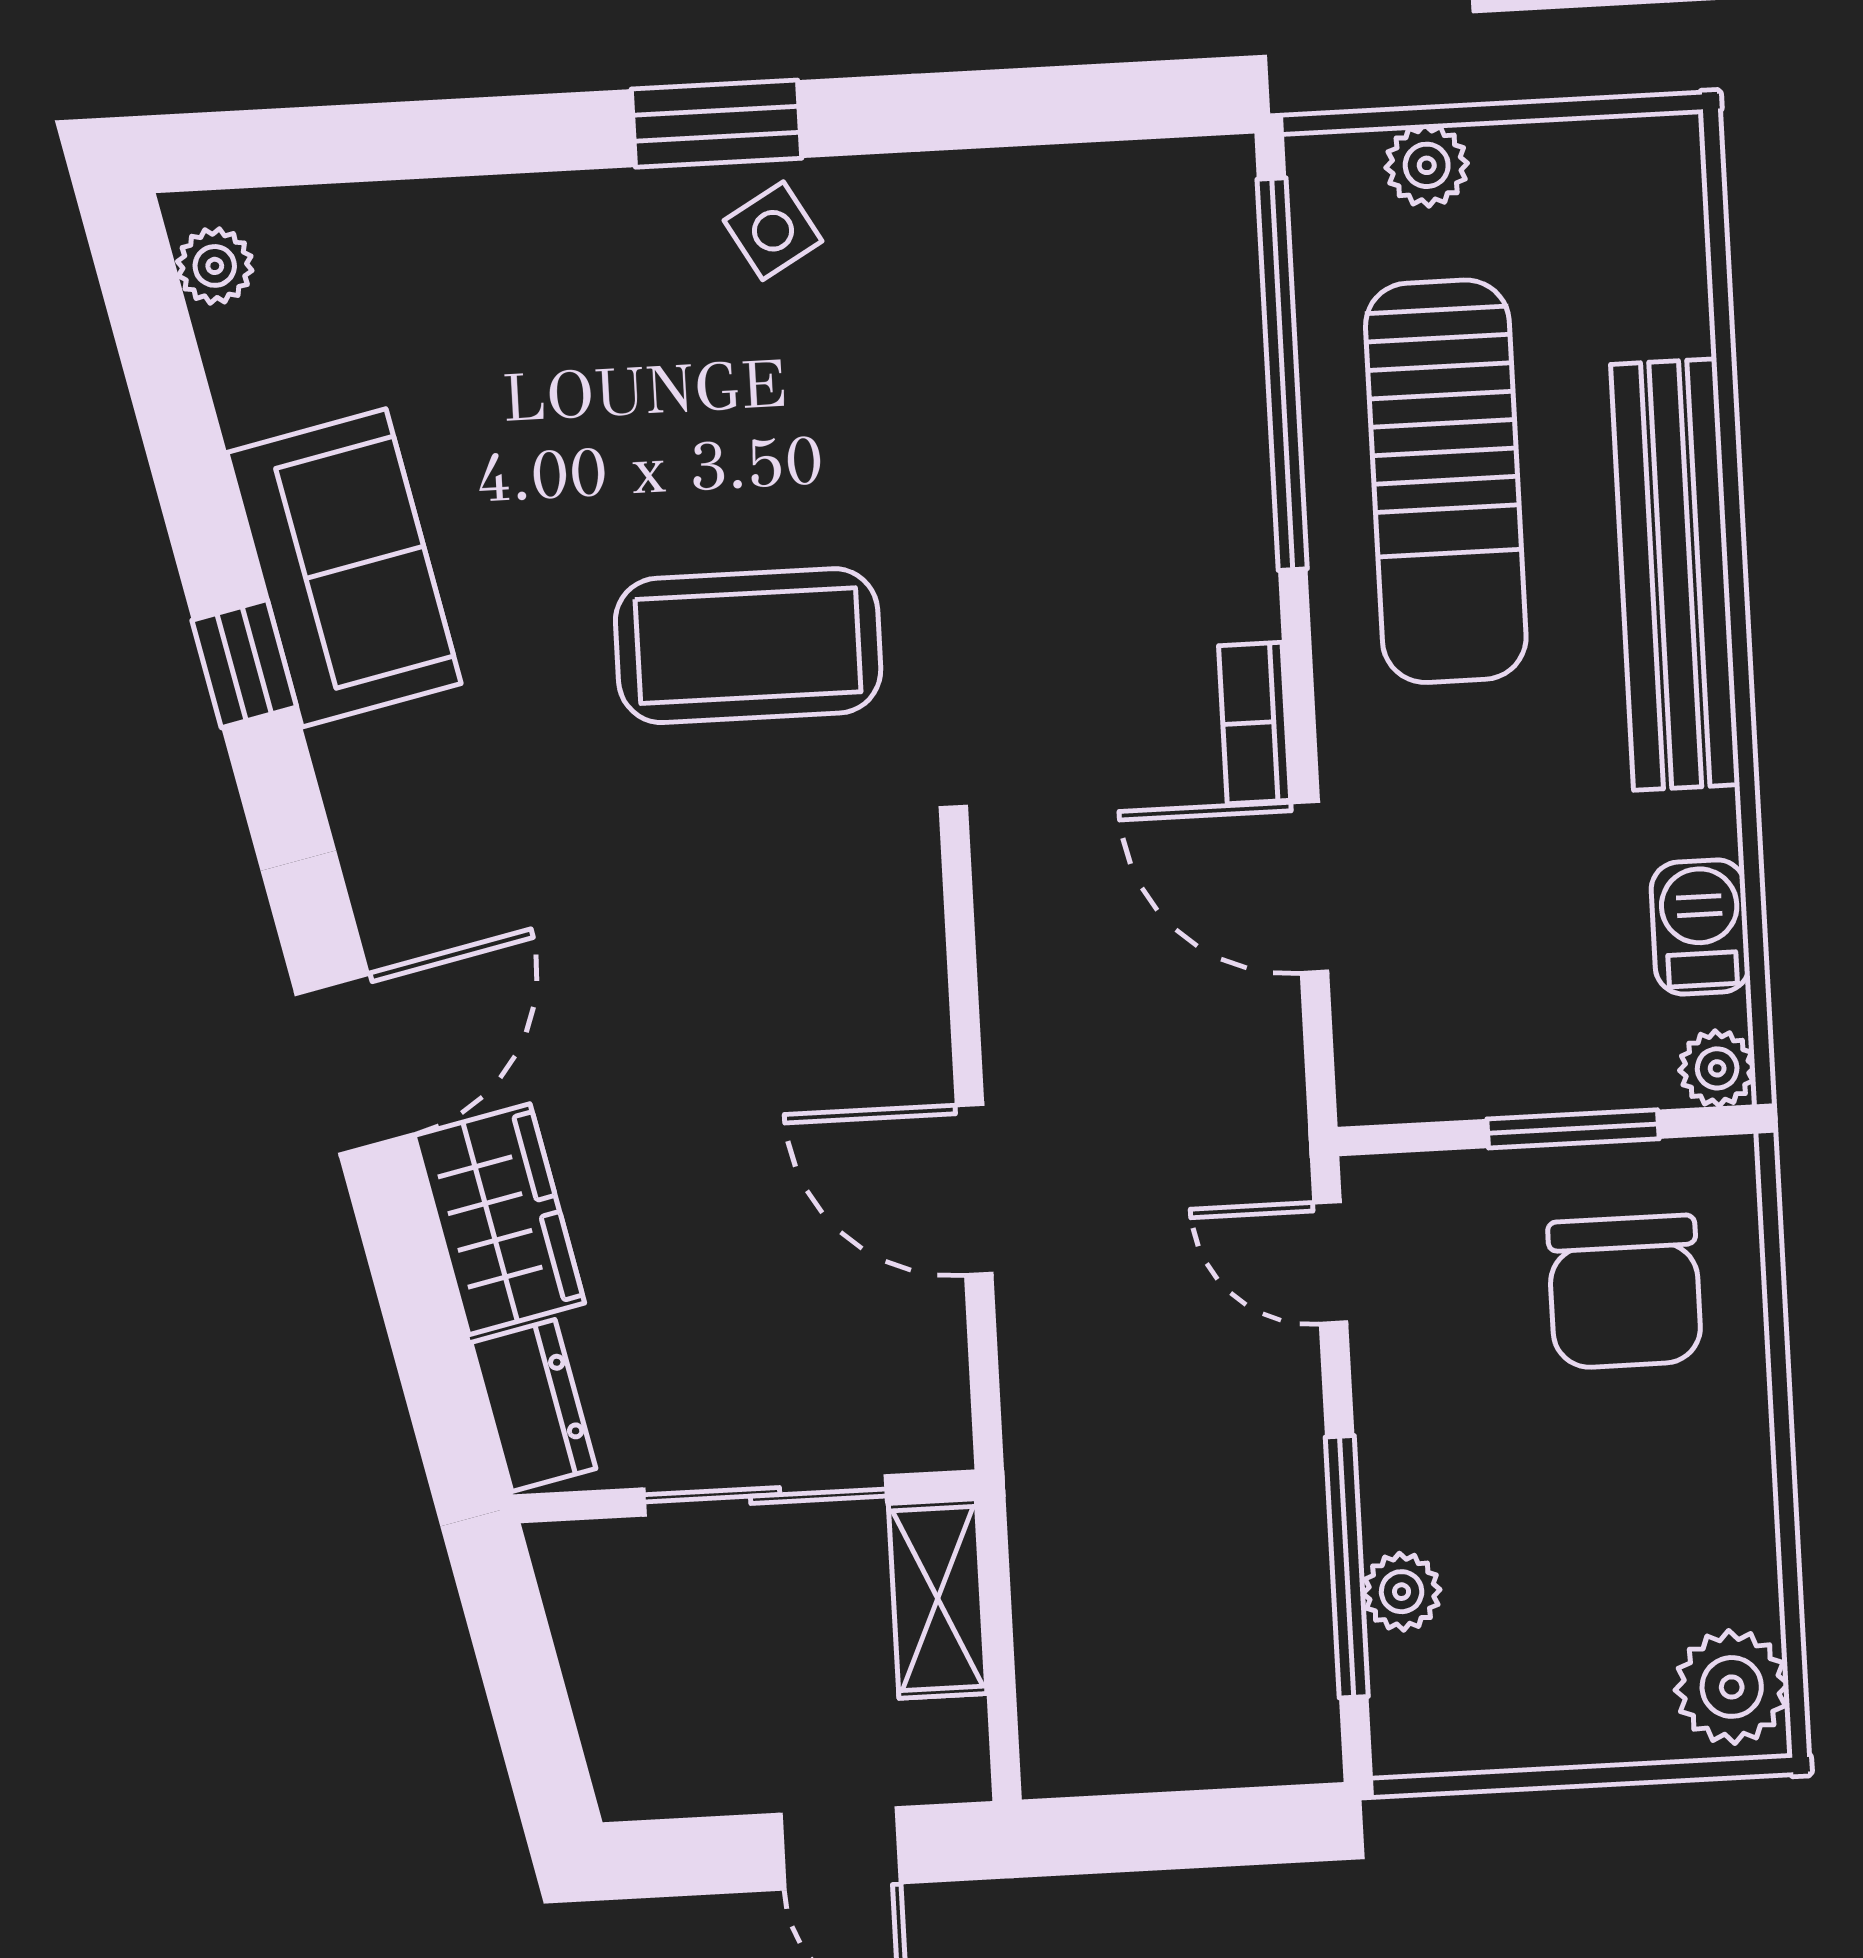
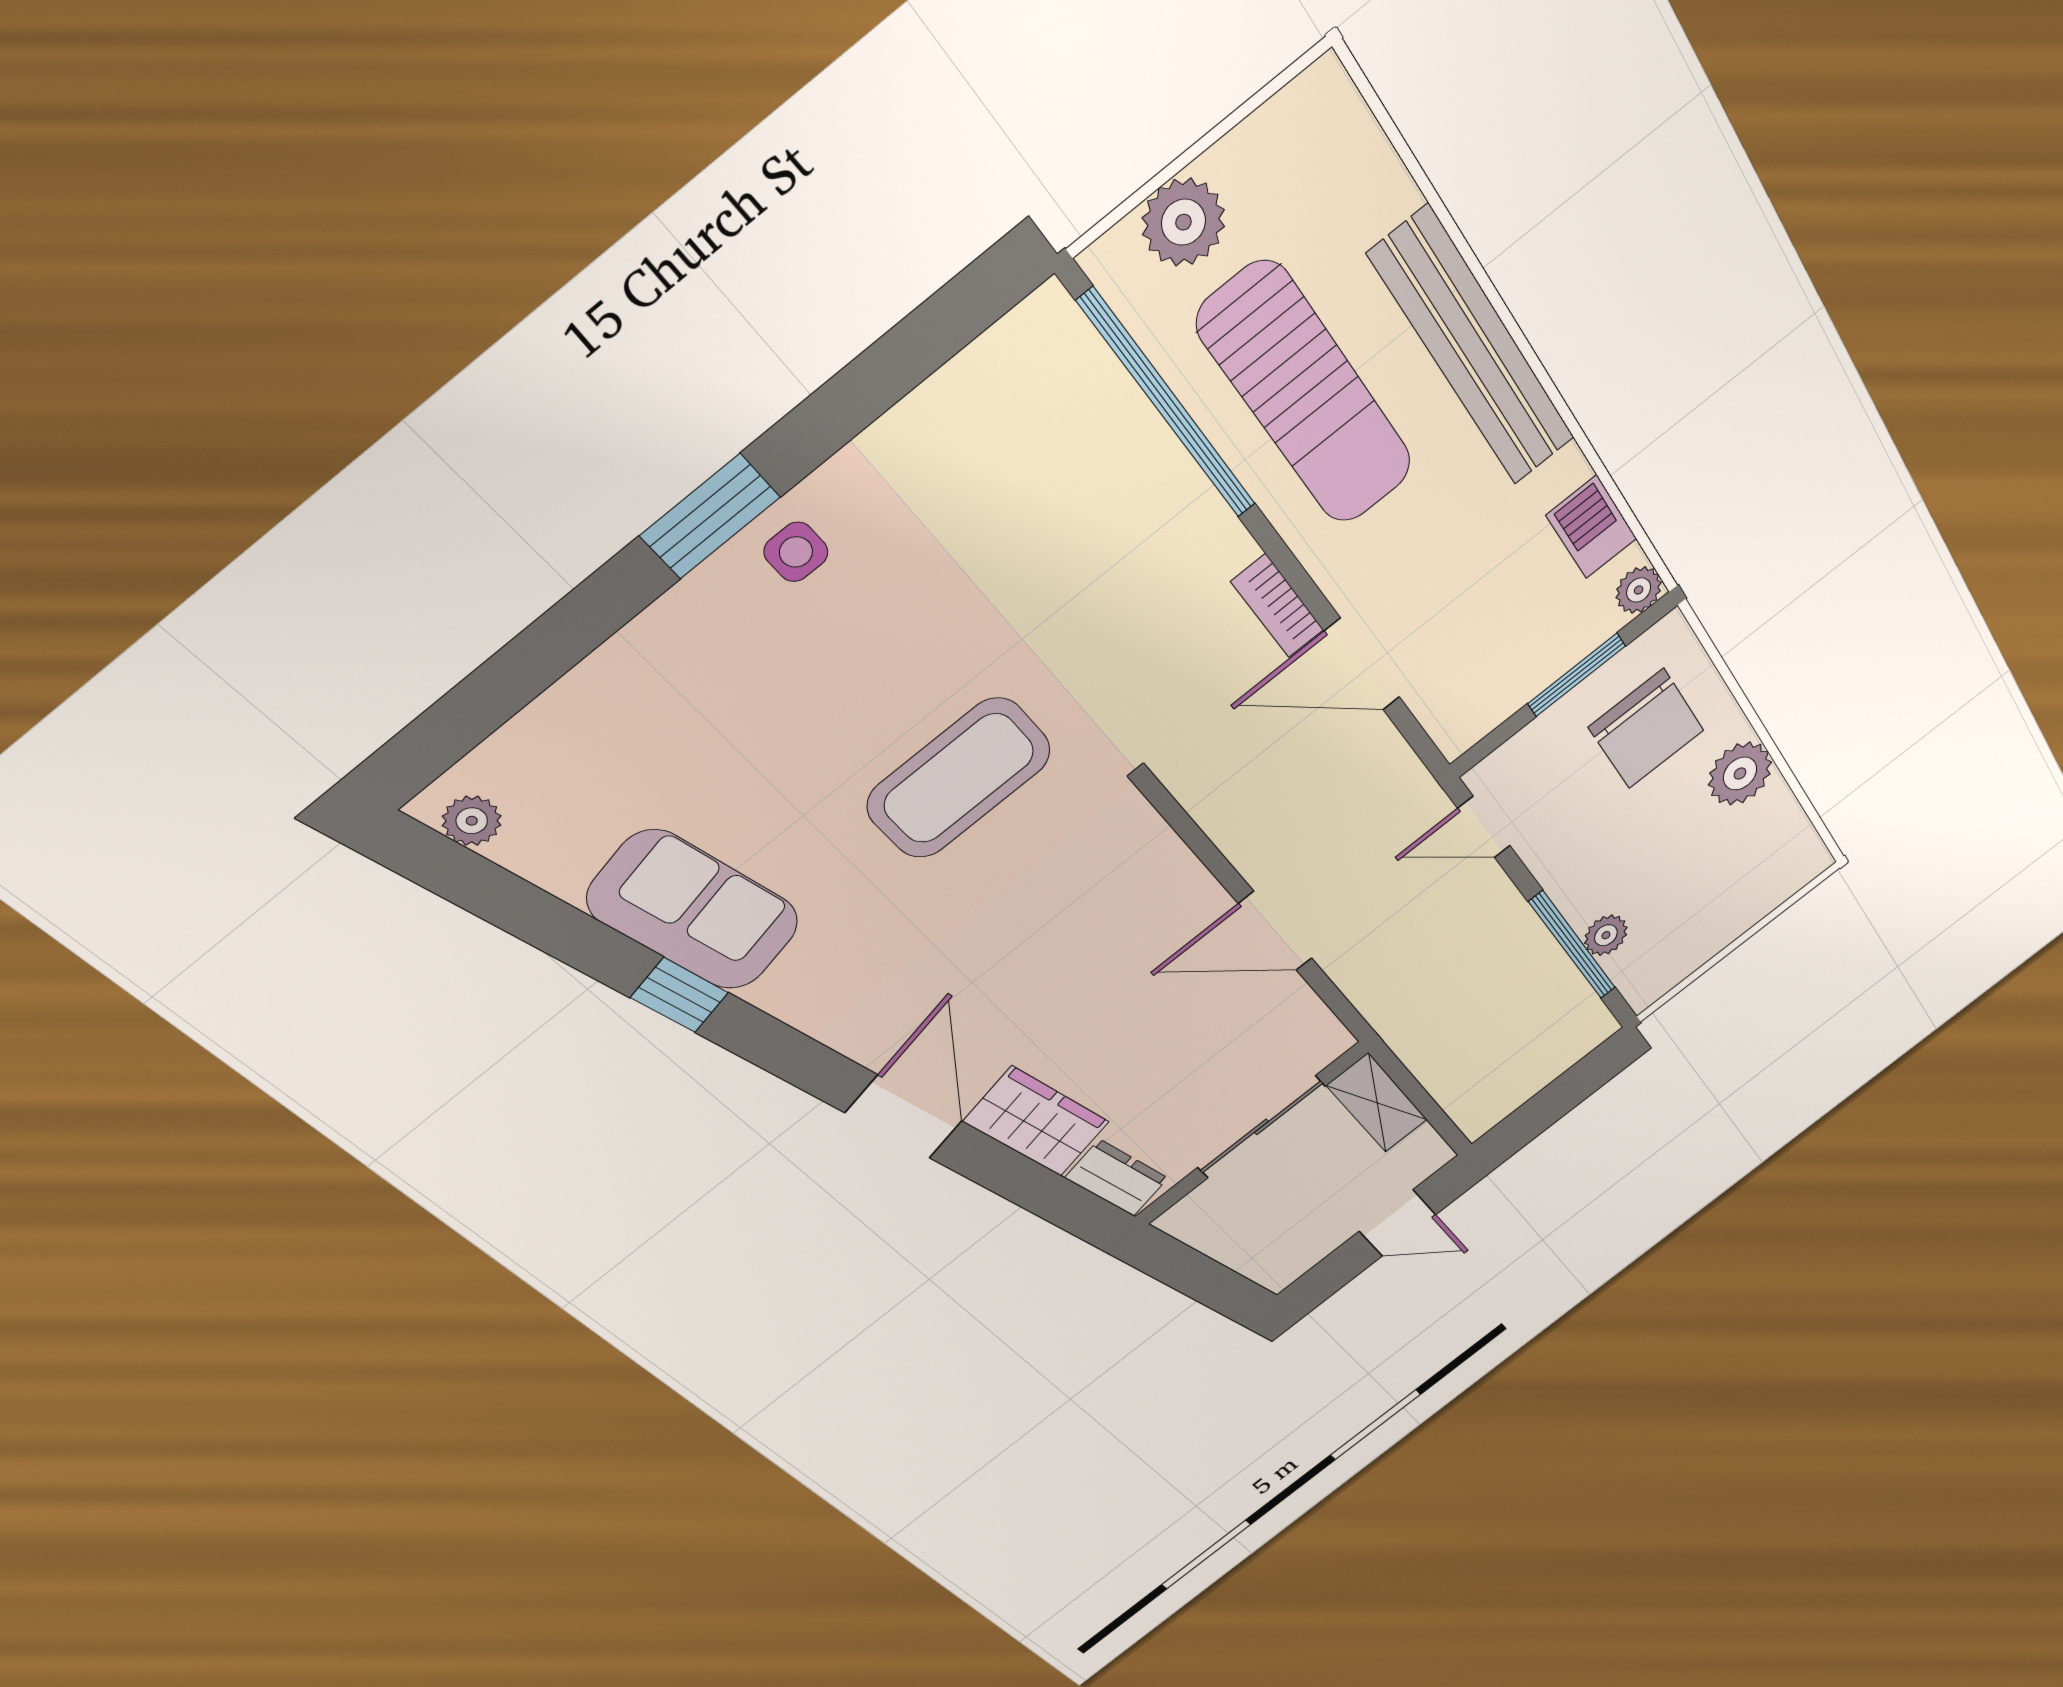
plant: (1427, 165) -> (1183, 222), width x1.38, depth x1.38
side table: (773, 231) -> (796, 552), turned 30
plant: (1732, 1687) -> (1740, 774), moved

